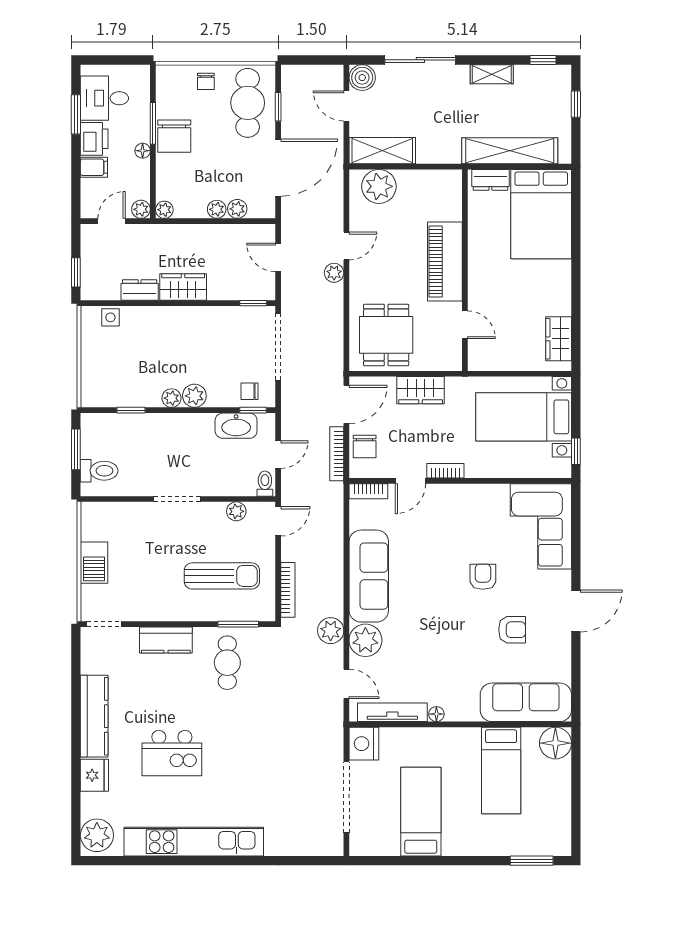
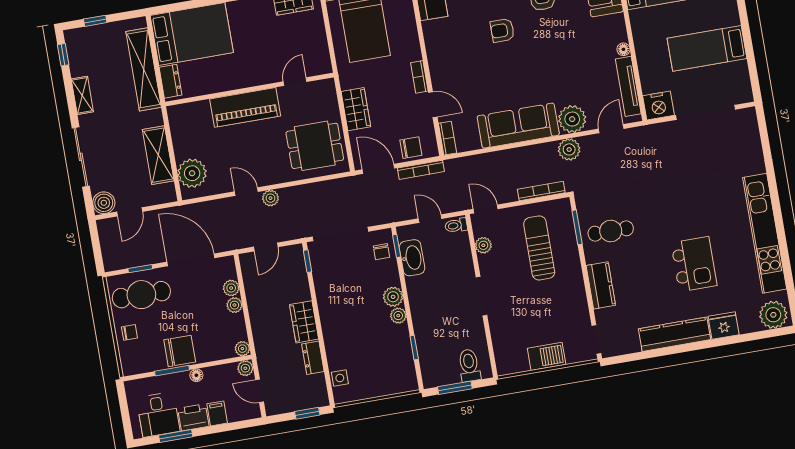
shelving: (382, 151) -> (158, 155), moved

